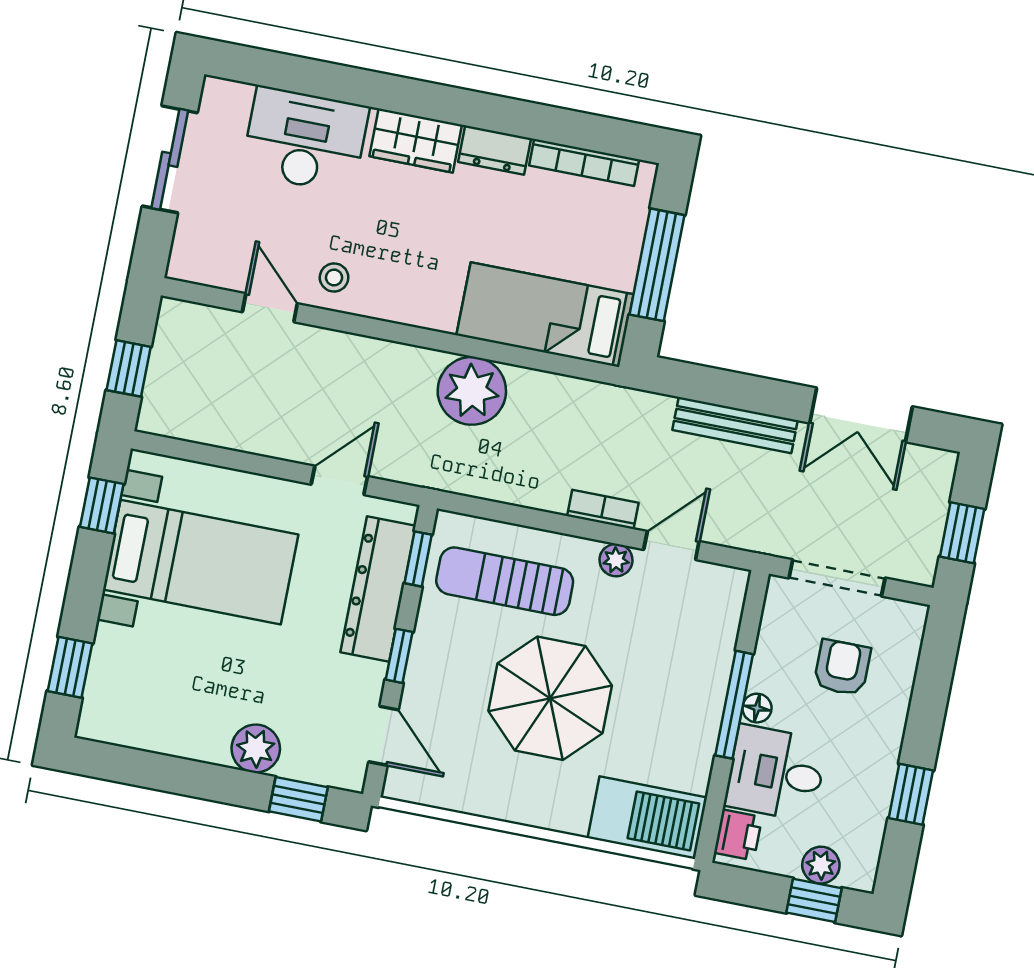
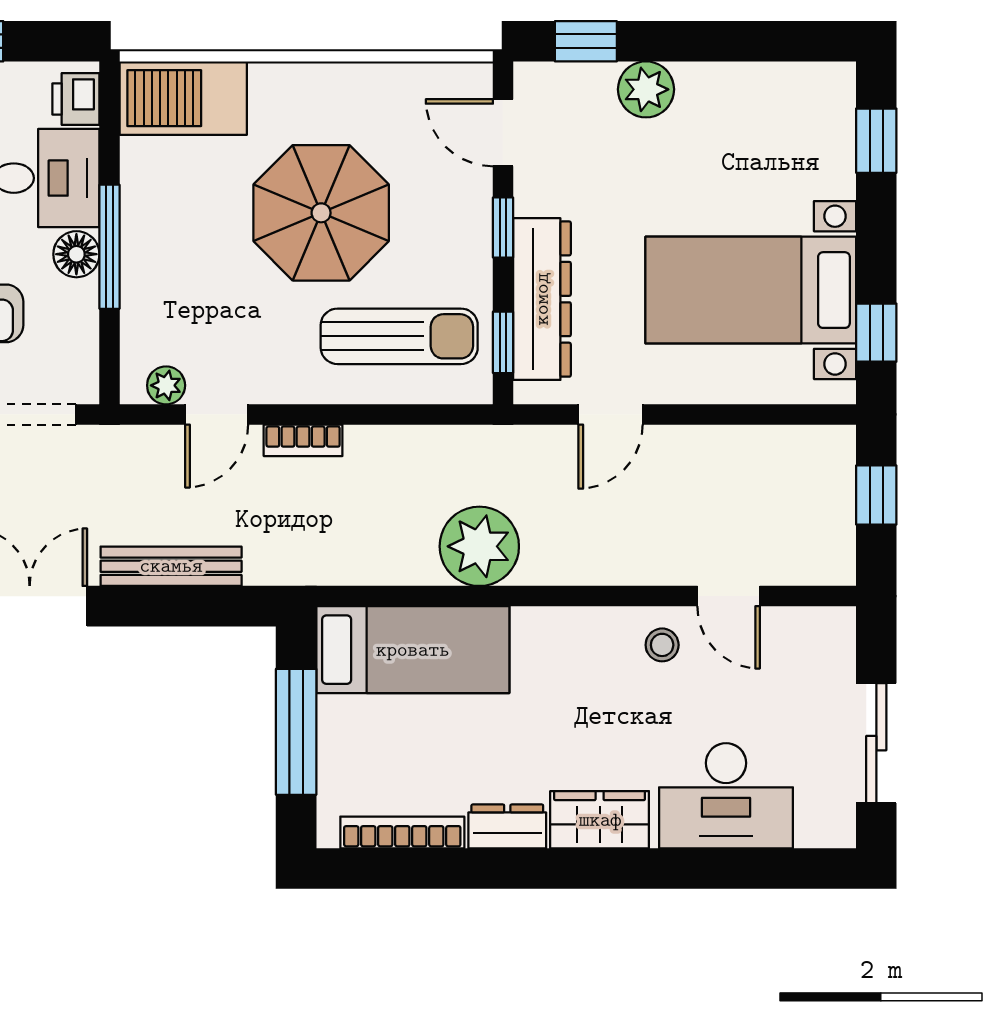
plant: (616, 560) -> (166, 385), moved
floor lamp: (757, 708) -> (76, 254), width x1.37, depth x1.37

